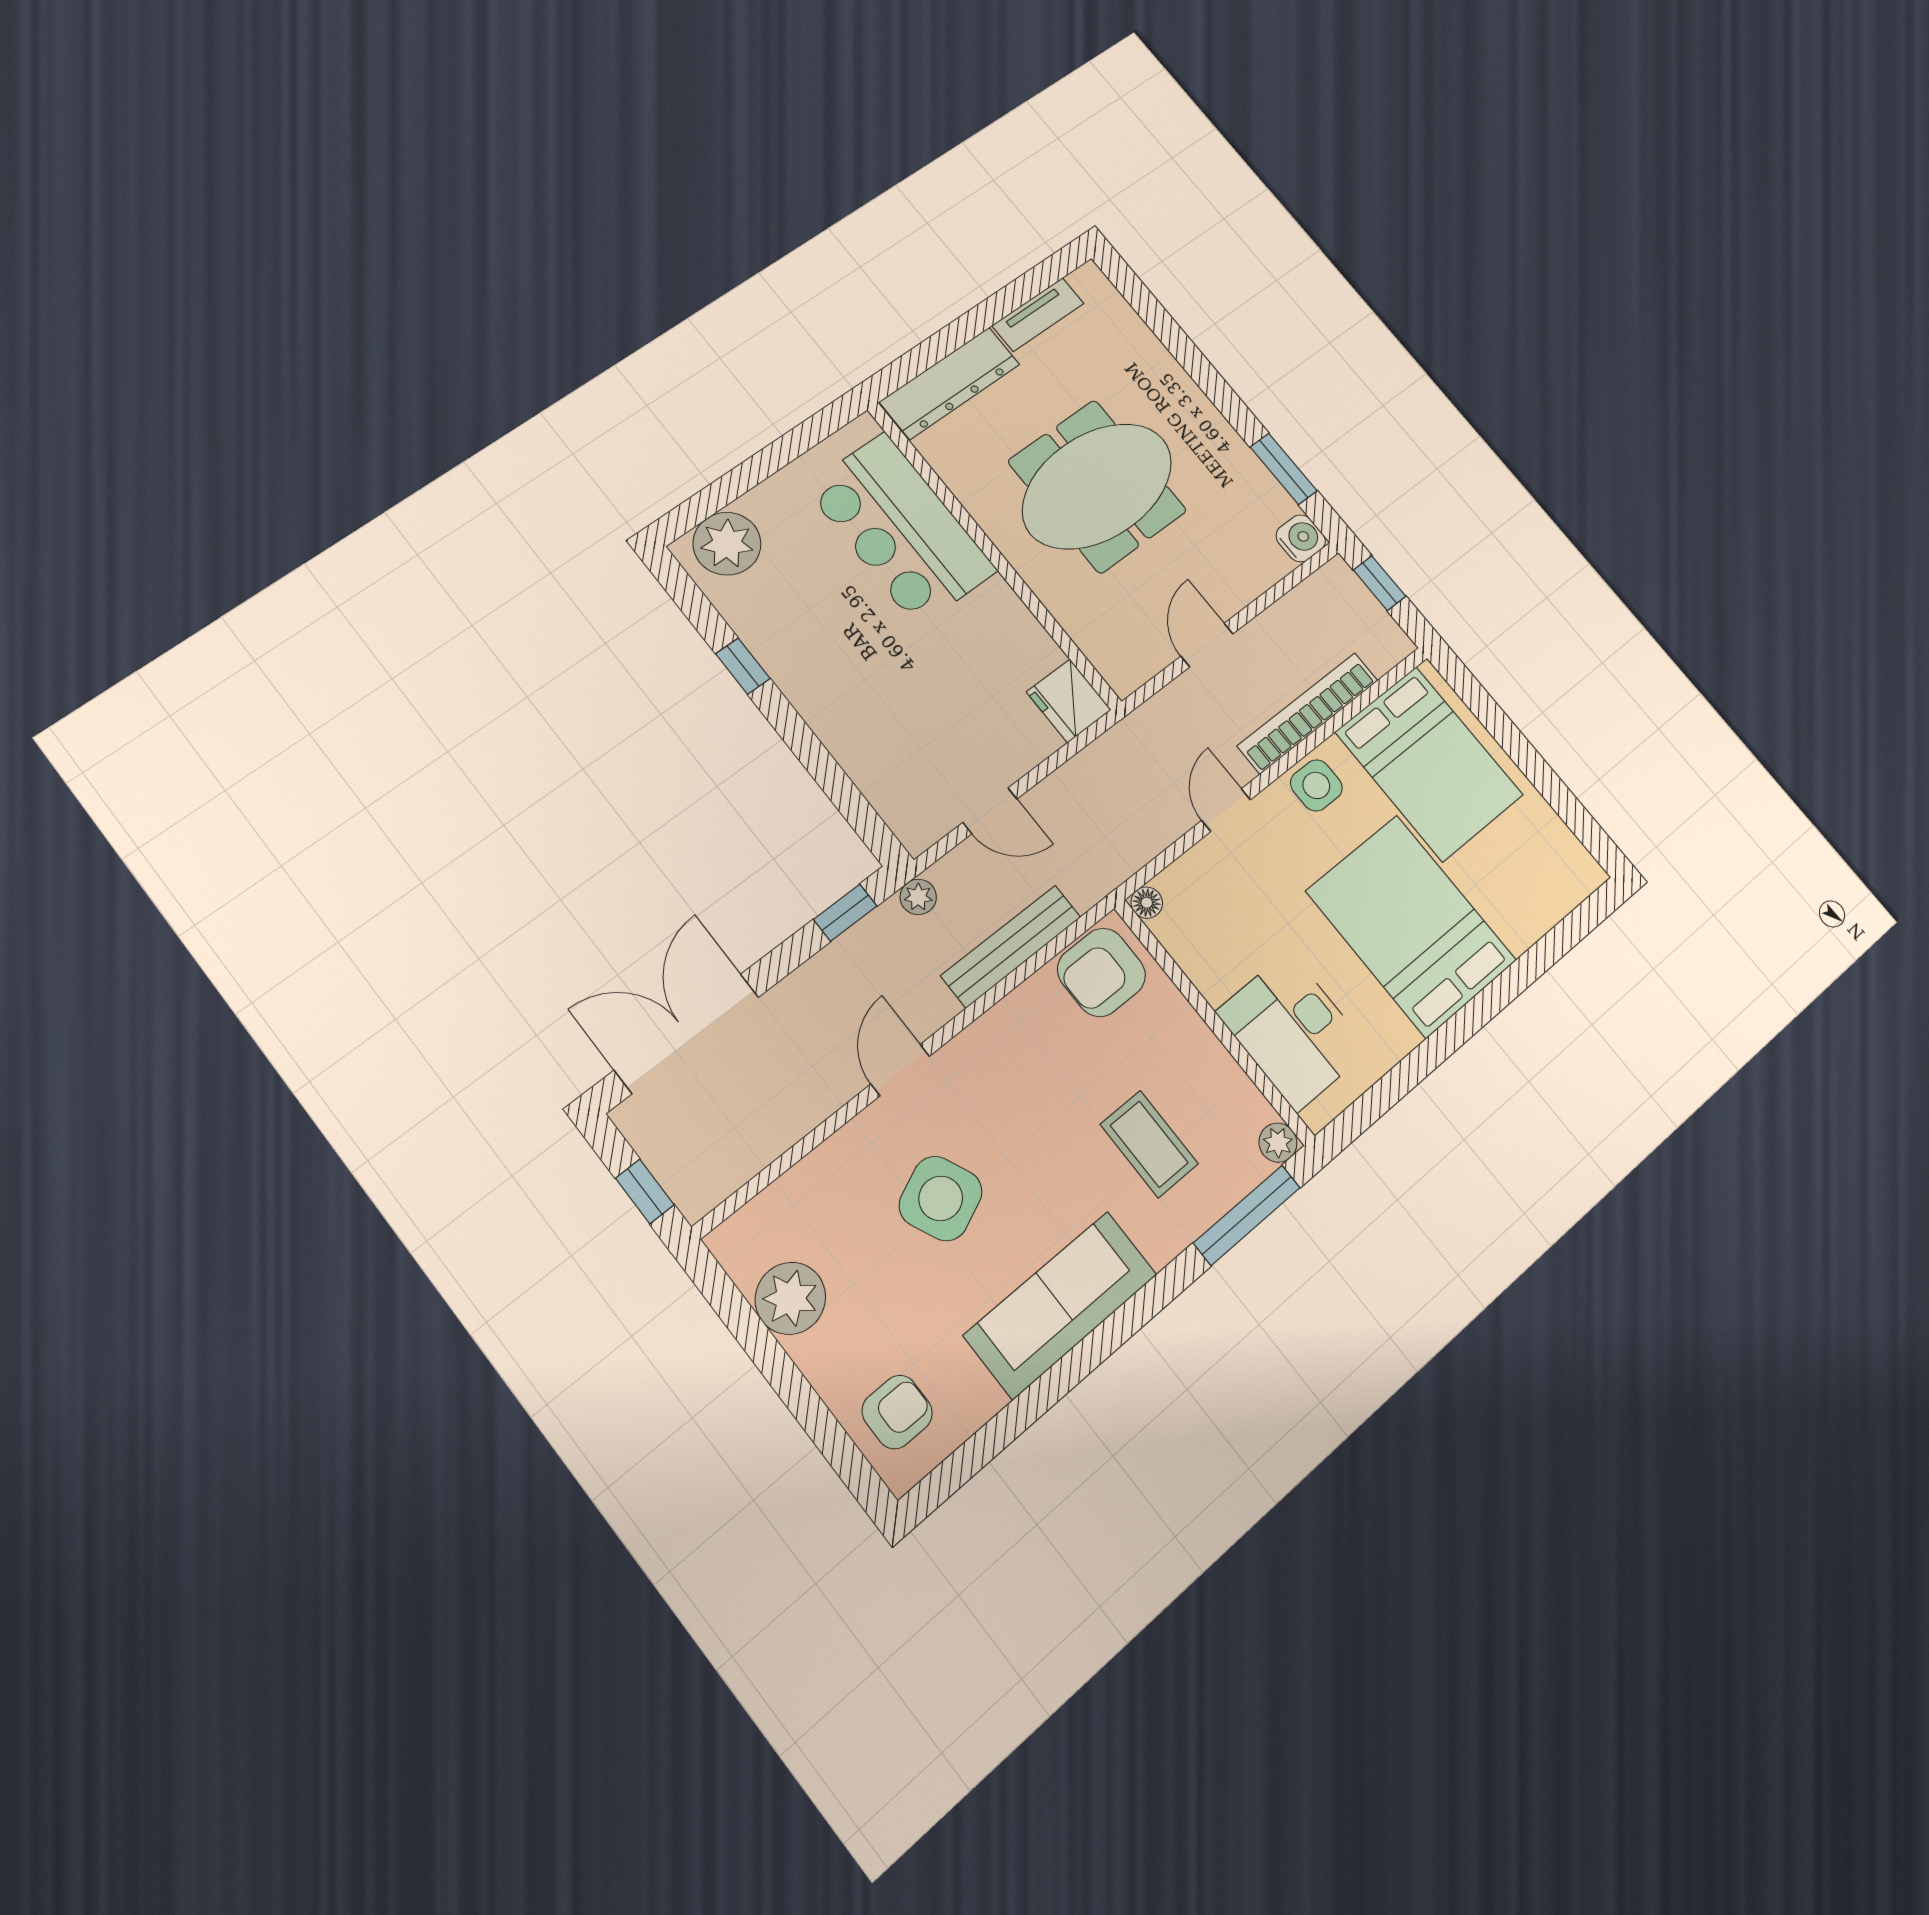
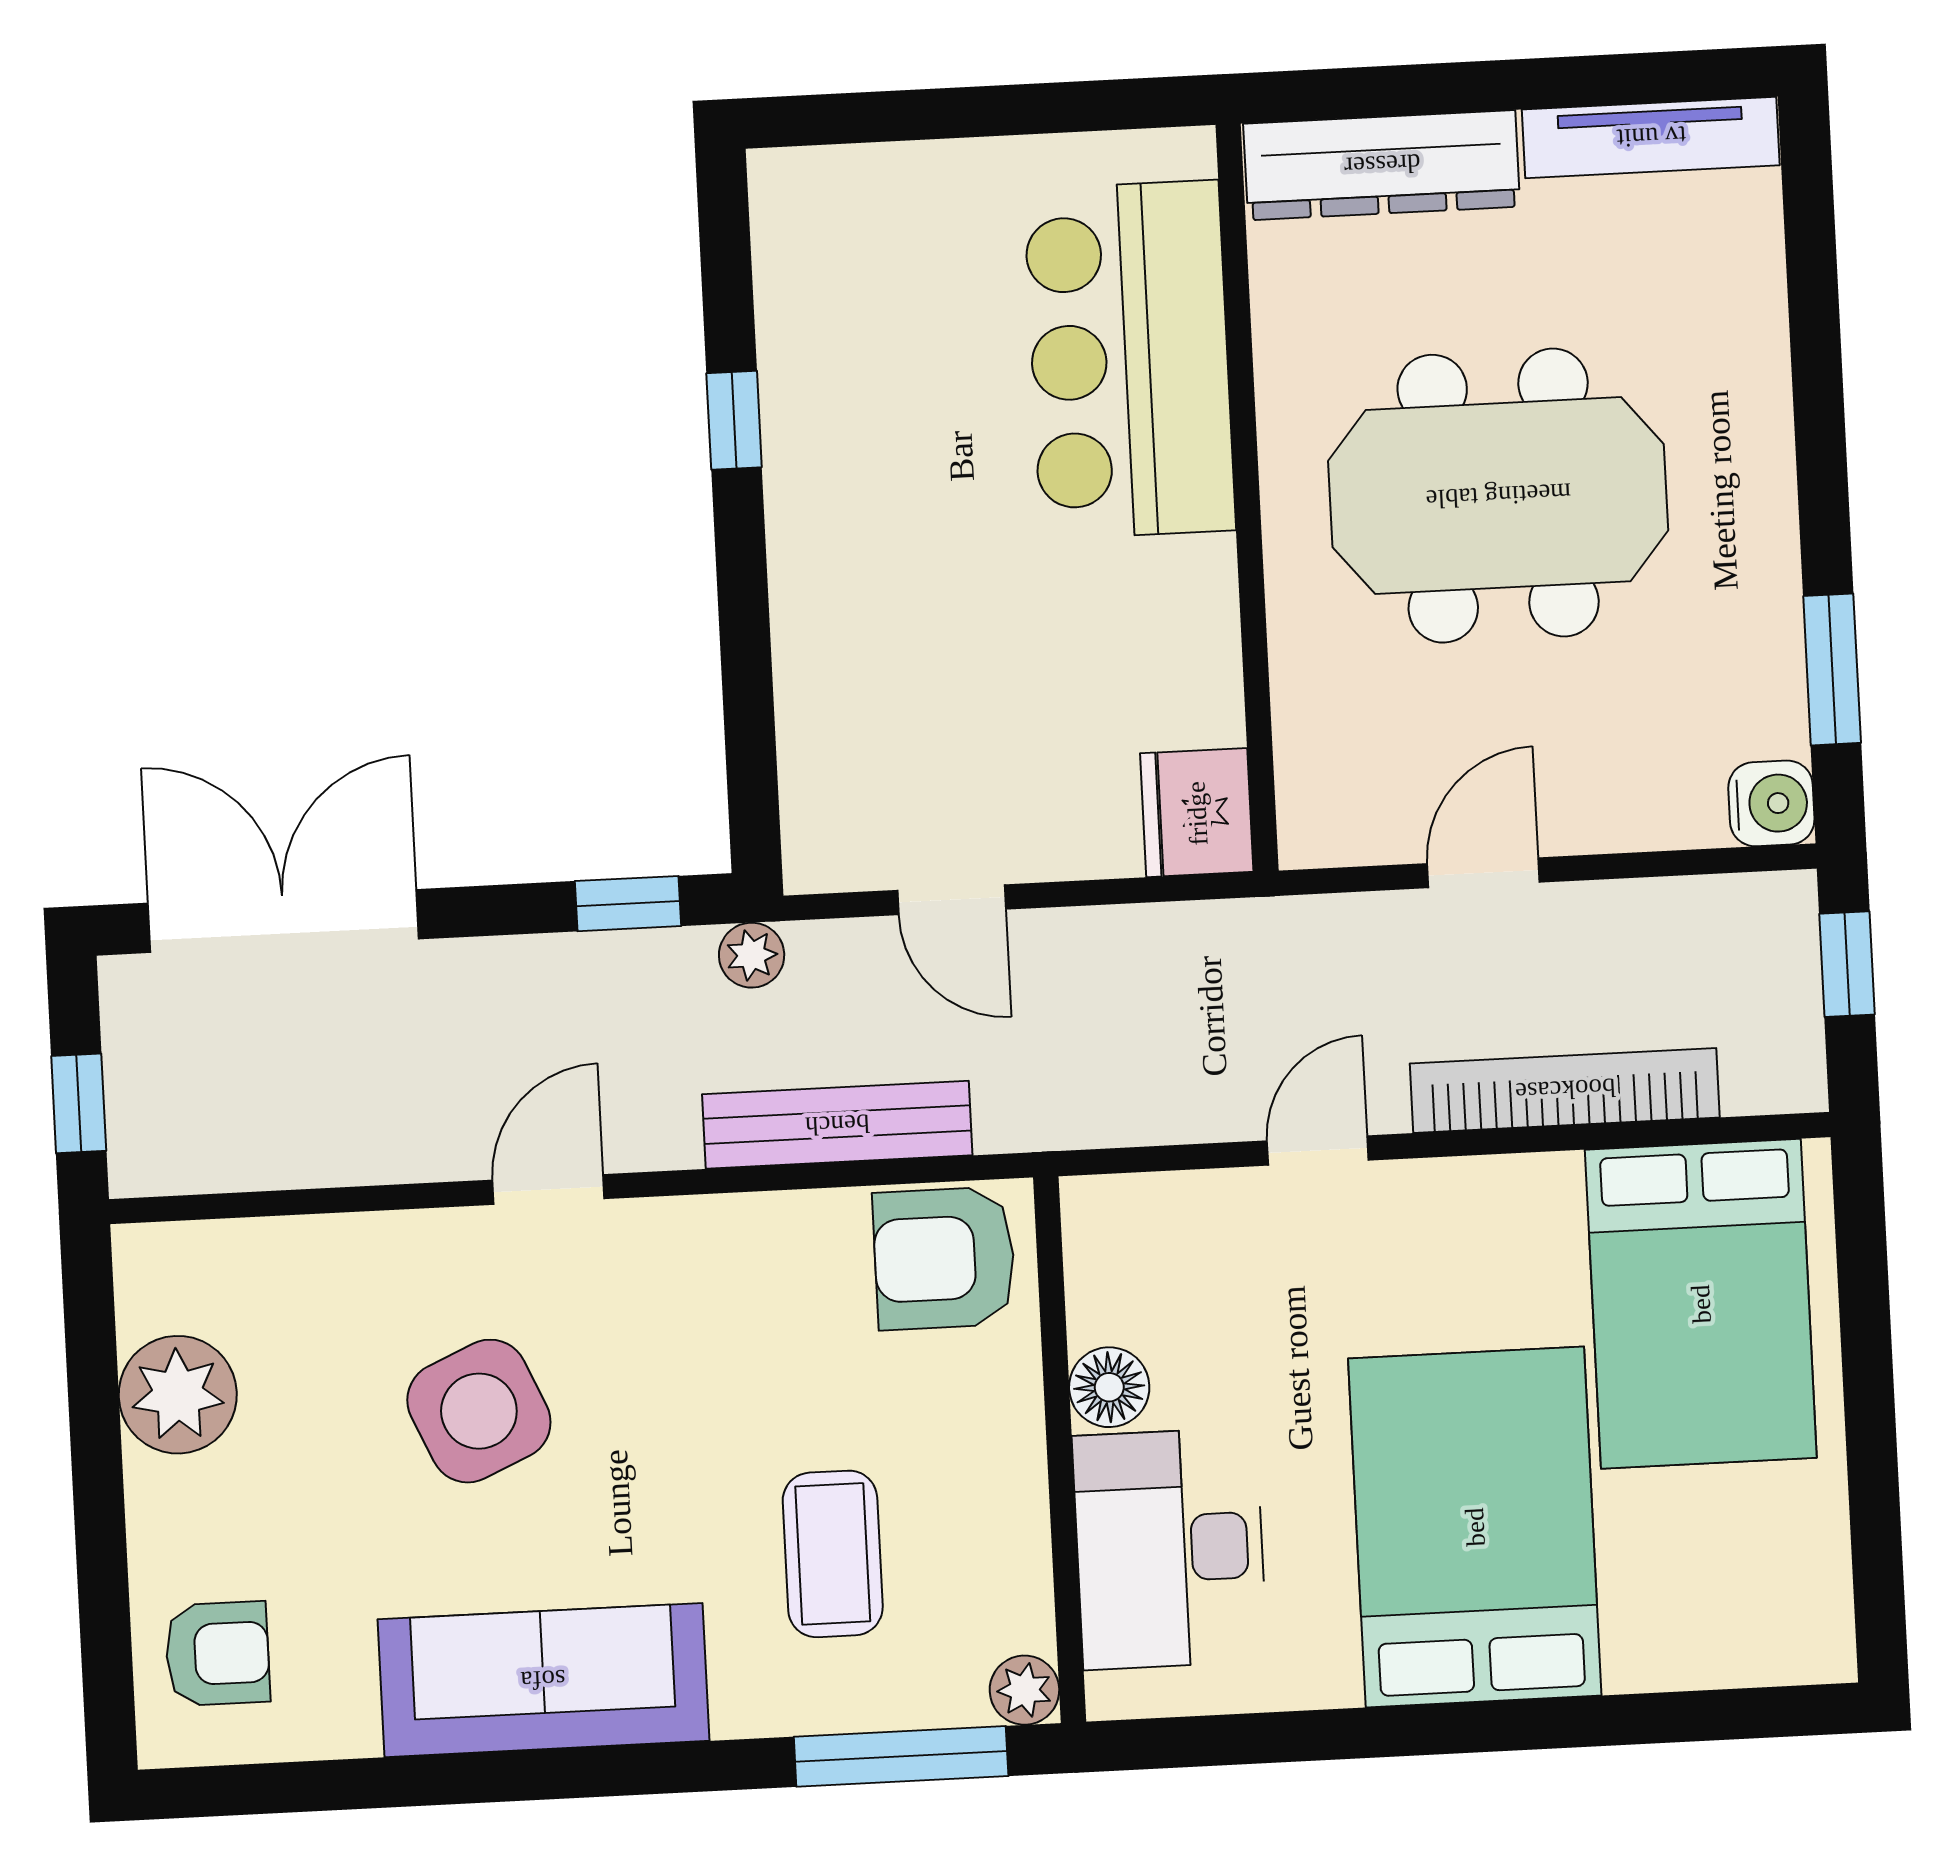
tv unit: (1038, 315) -> (1651, 137), width x1.41
plant: (727, 544) -> (842, 206), removed
side table: (1316, 785) -> (1491, 1212), removed
floor lamp: (1147, 903) -> (1109, 1387), moved, width x1.37, depth x1.37

